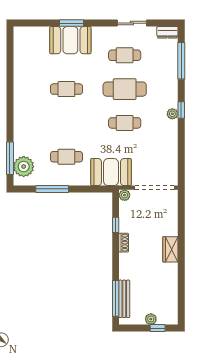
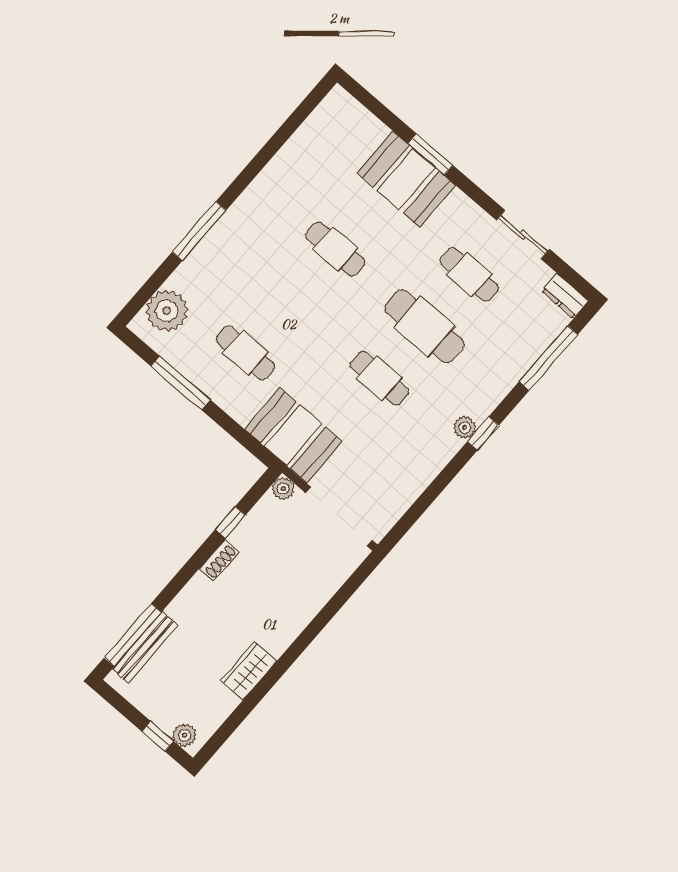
window: (10, 158) -> (199, 231), moved
wardrobe: (170, 249) -> (249, 671), moved
plant: (151, 319) -> (185, 735), moved

